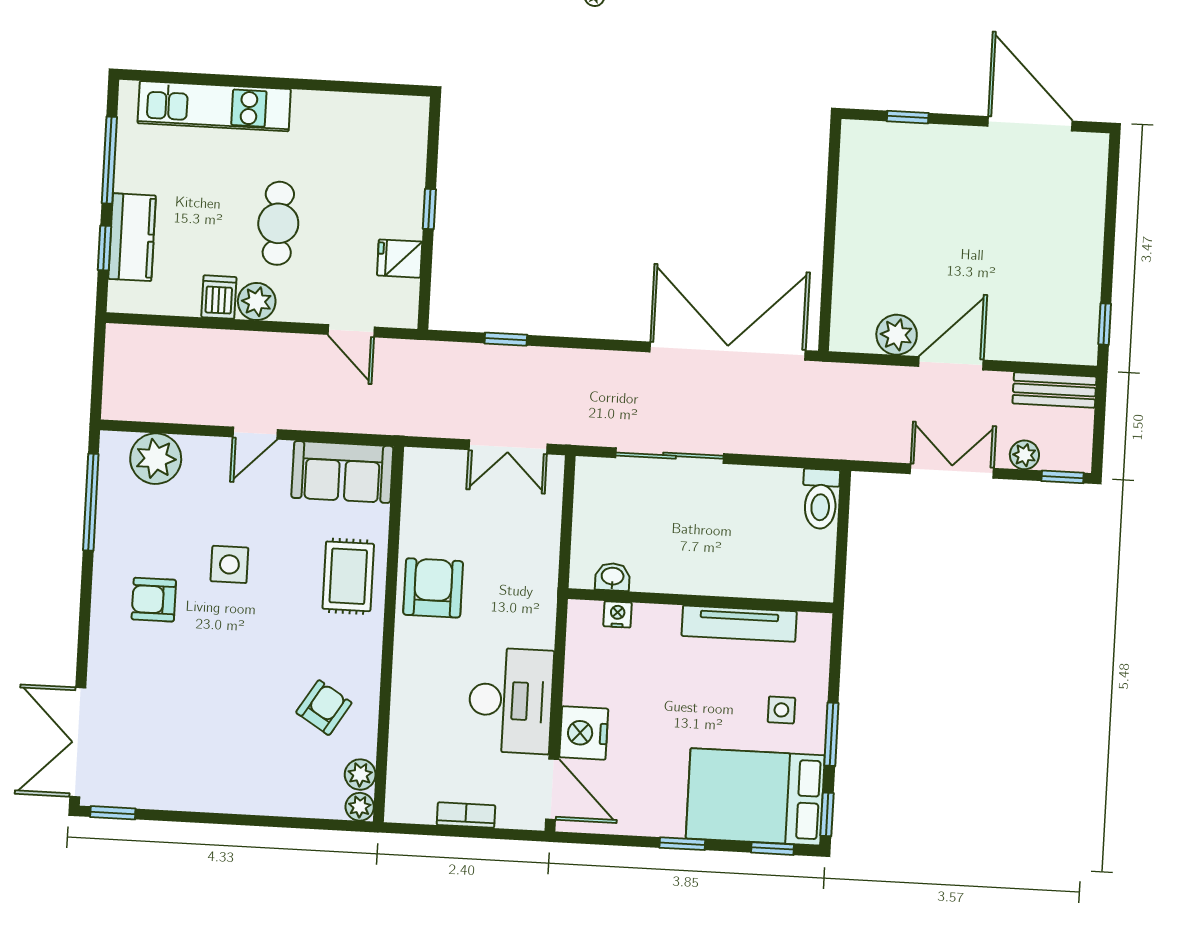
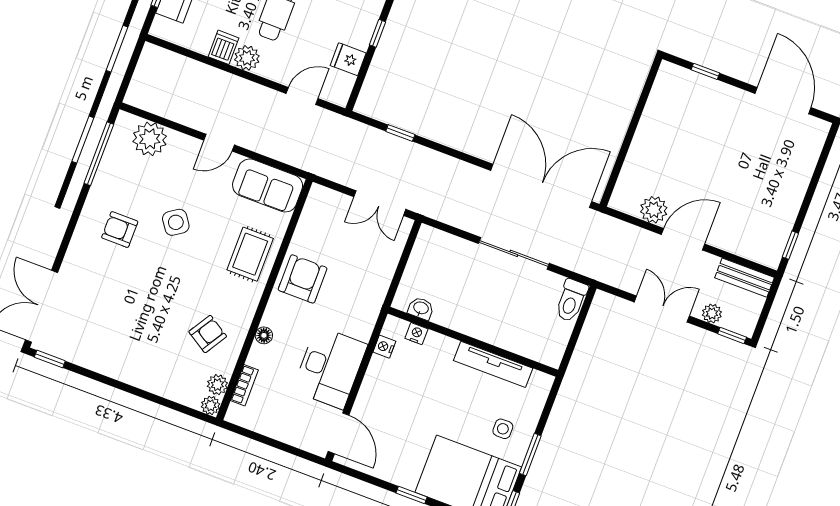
door: (351, 331) -> (302, 96), swing flipped
sliding door: (670, 456) -> (514, 253), moved
side table: (229, 564) -> (176, 222), turned -35
floor lamp: (404, 685) -> (264, 335), added
nightstand: (584, 733) -> (384, 347), moved, width x0.53, depth x0.56
bookcase: (466, 815) -> (244, 385), moved, turned 90

